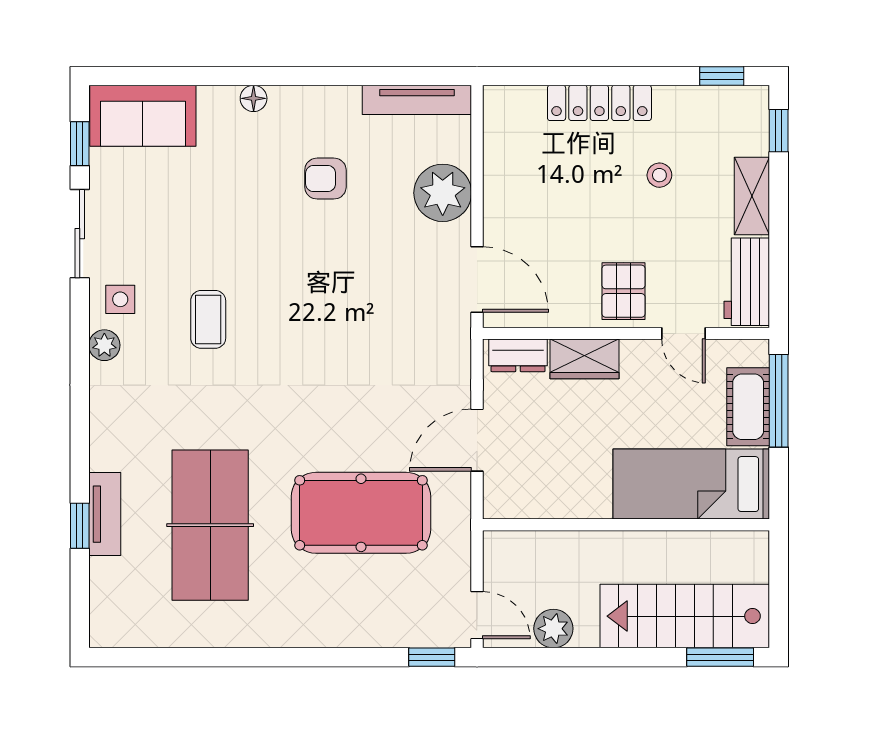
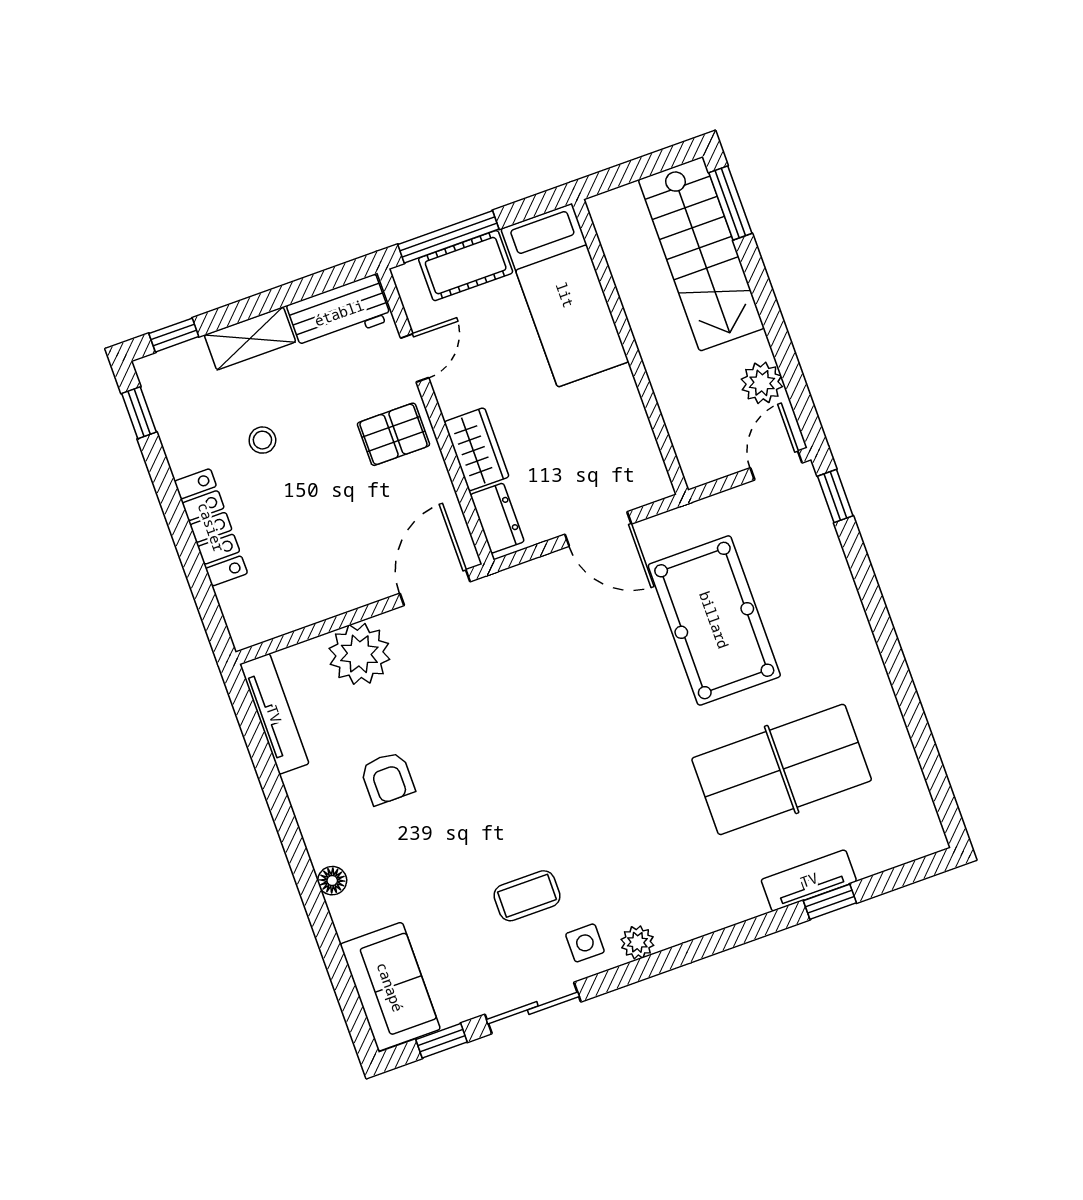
coffee table: (208, 319) -> (527, 896), moved

